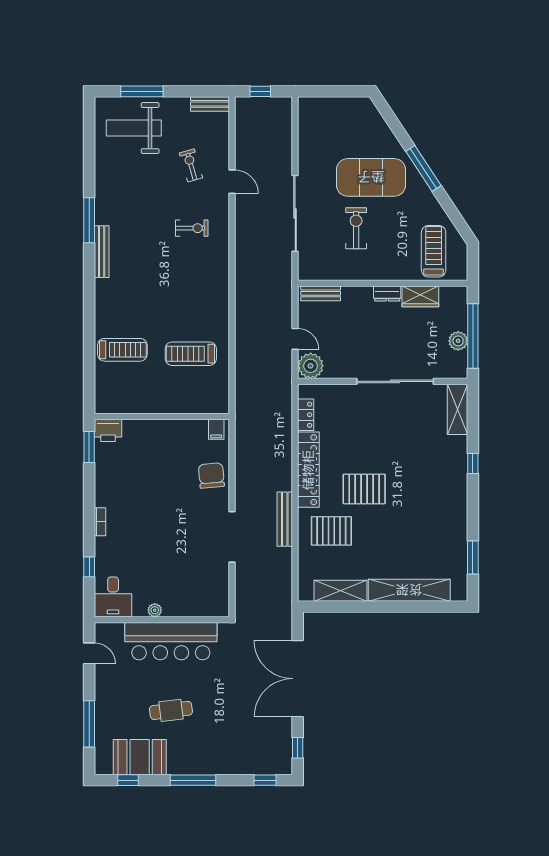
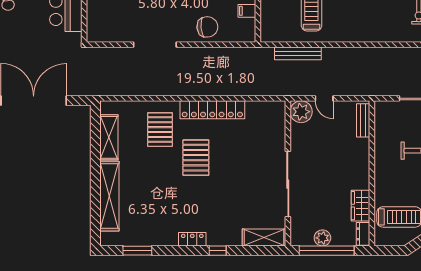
dresser: (387, 293) -> (363, 234), moved
door: (295, 339) -> (324, 98), hinge flipped
locker: (306, 415) -> (192, 239), moved, turned 180
filing cabinet: (216, 429) -> (247, 11), moved
bench: (285, 519) -> (298, 53), moved

